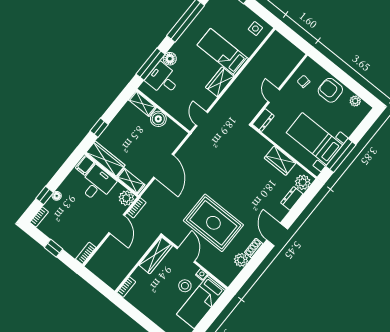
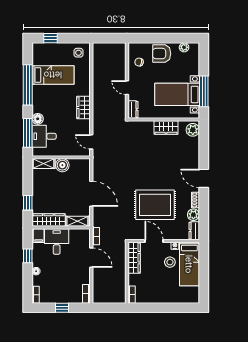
bed: (223, 52) -> (53, 75), moved, turned 180
window: (45, 195) -> (28, 256), moved
plant: (126, 198) -> (84, 235), removed
dresser: (292, 198) -> (194, 231), moved

